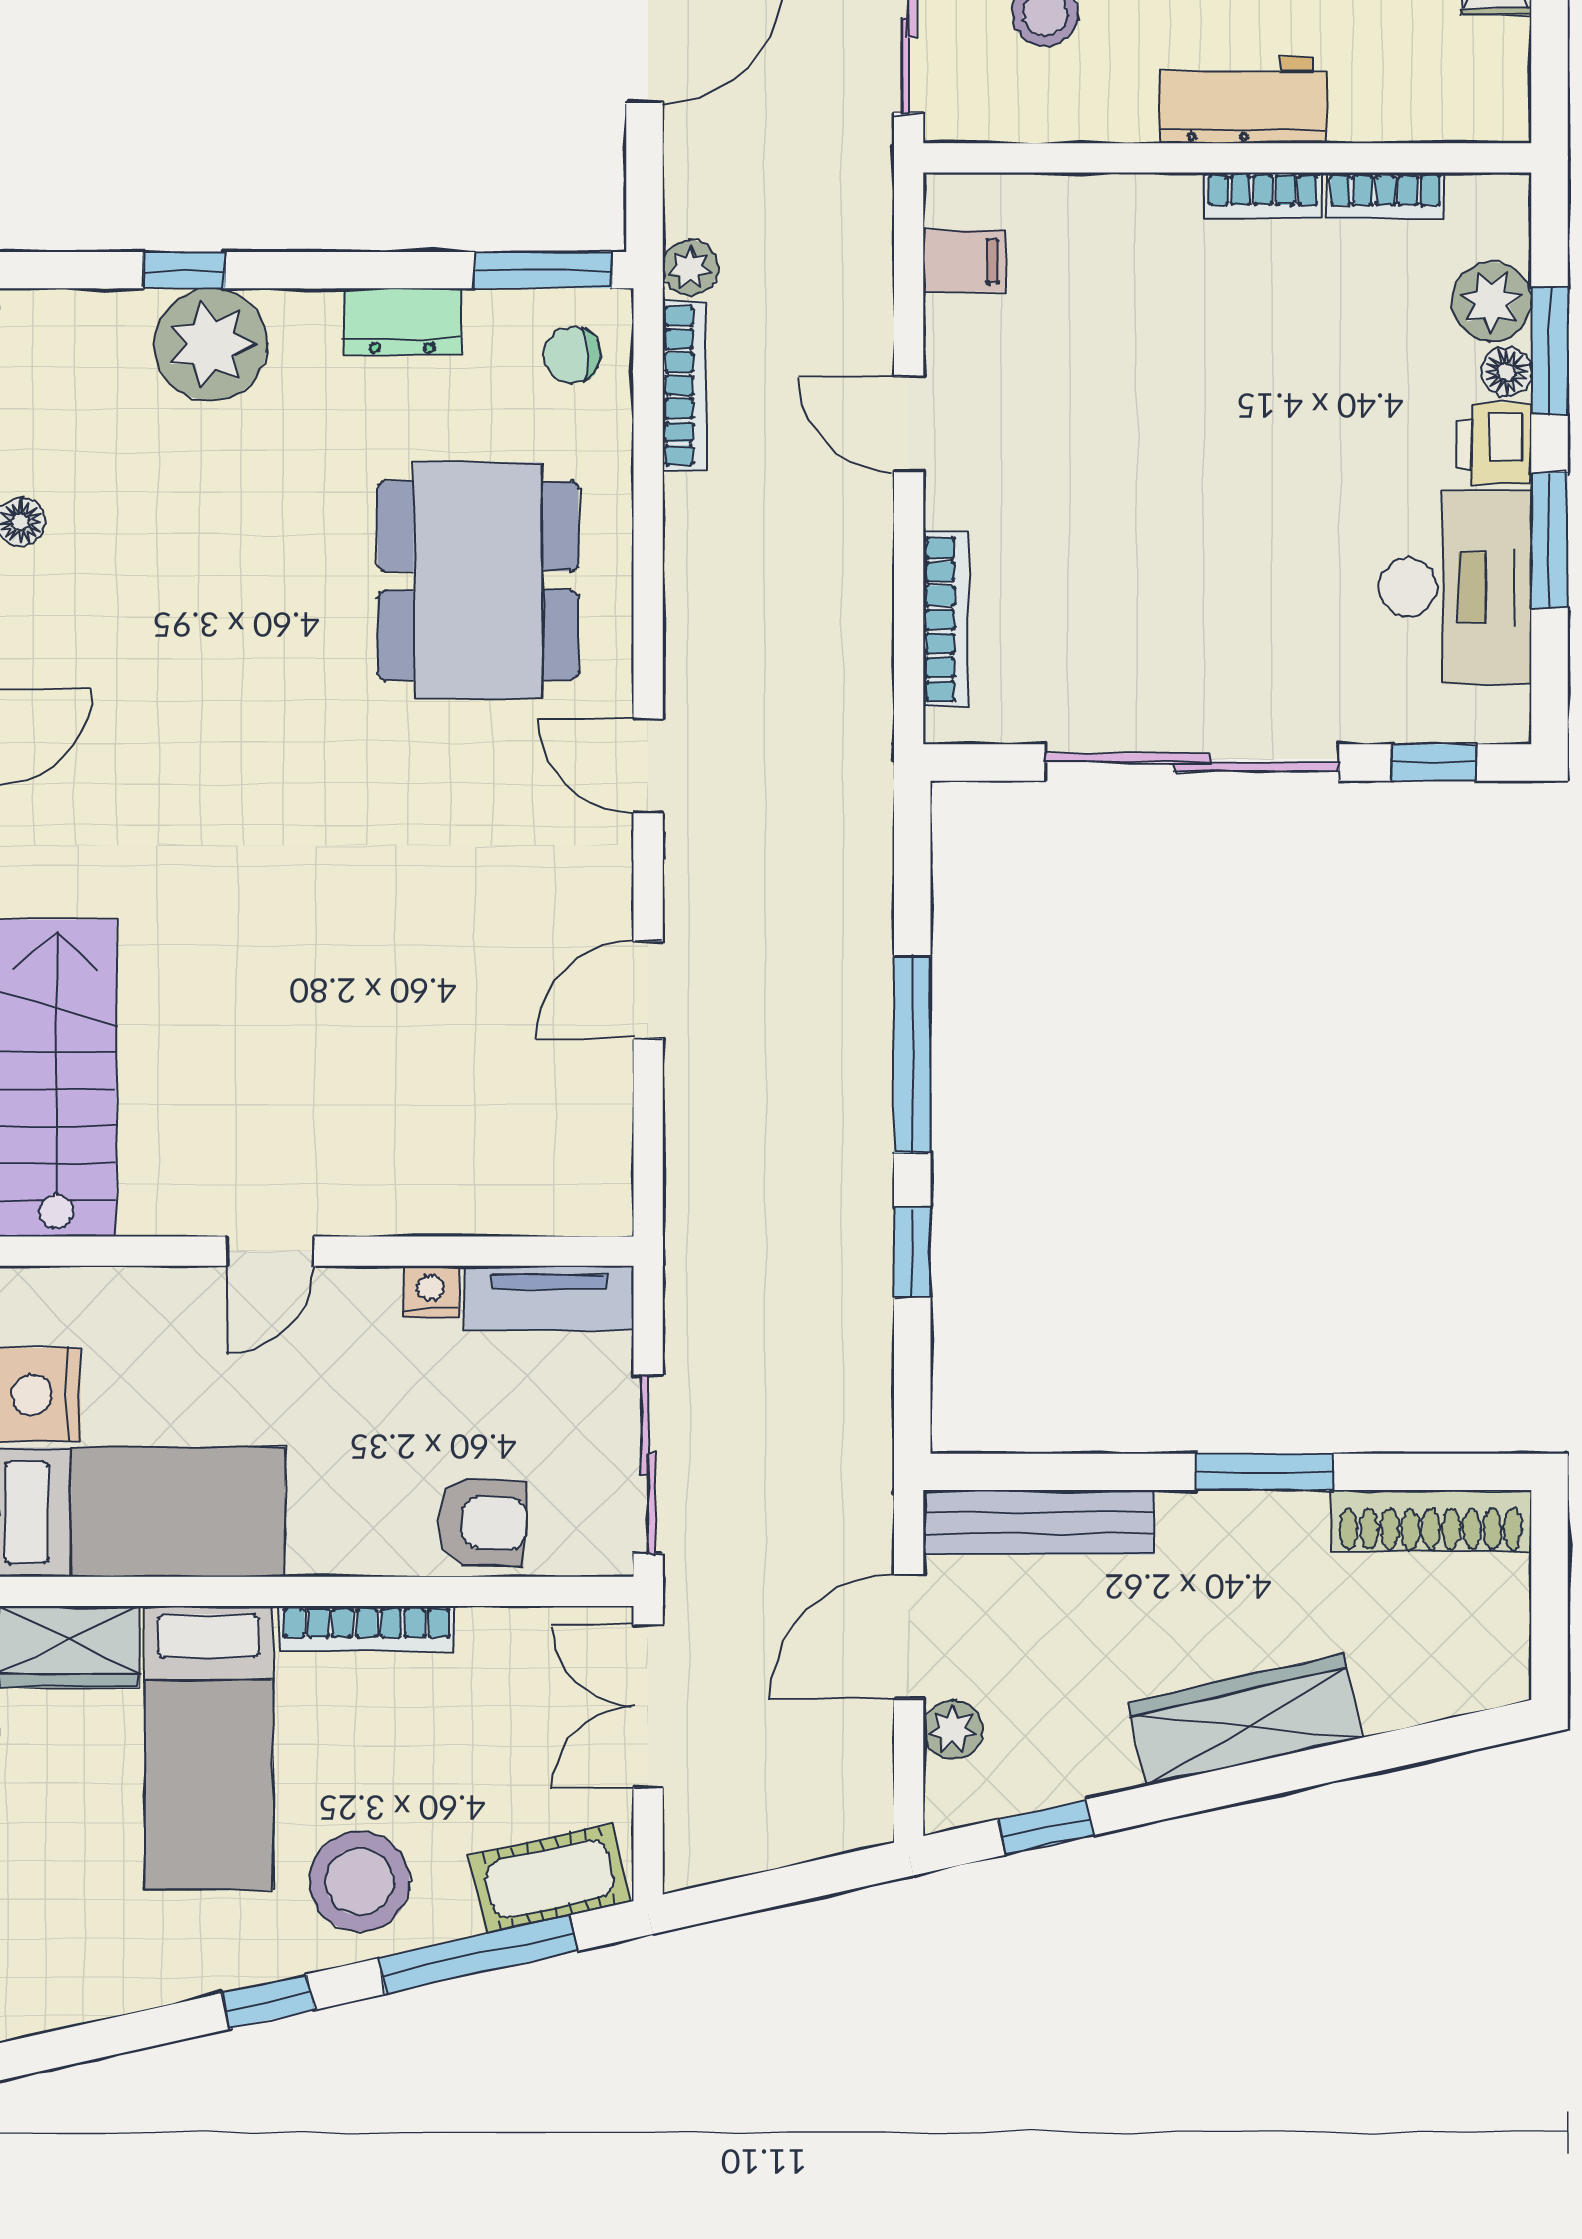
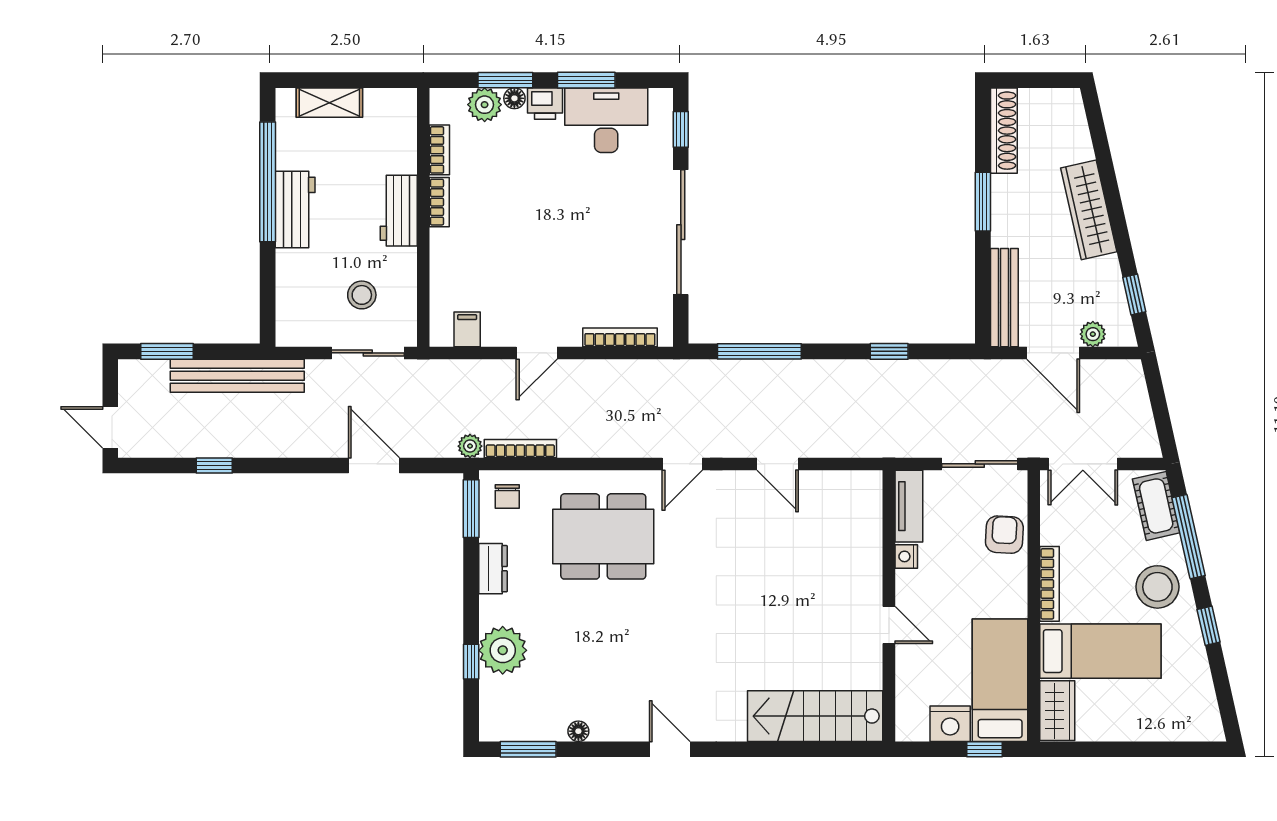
window: (912, 1055) -> (759, 351), moved

